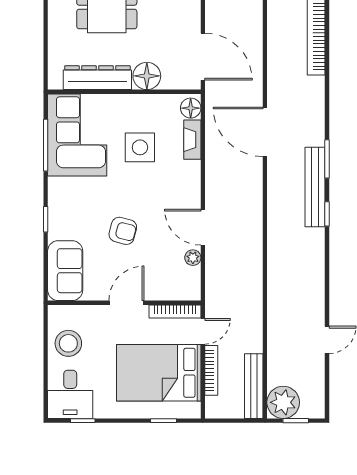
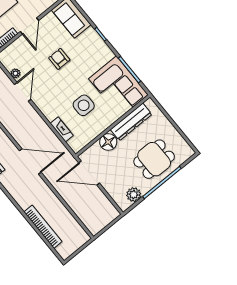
floor lamp: (191, 108) -> (75, 144), removed
door: (203, 227) -> (23, 92), hinge flipped
armchair: (123, 231) -> (59, 59), turned 75

